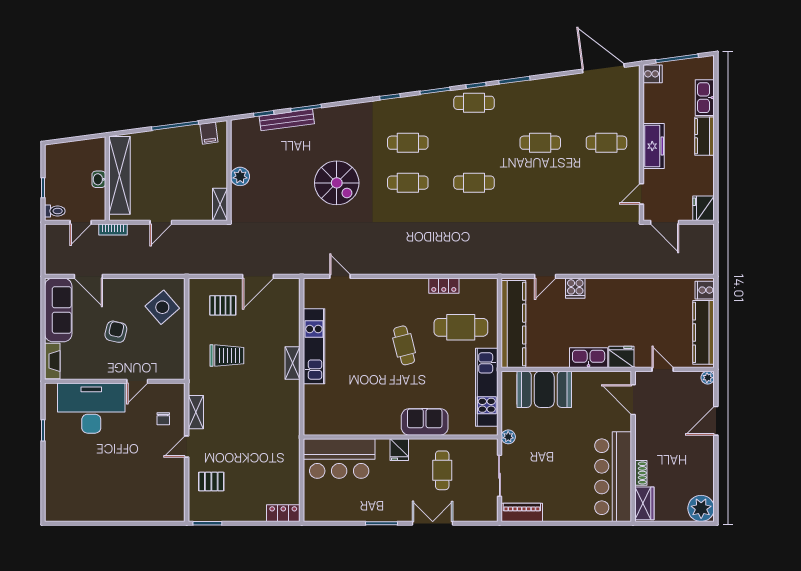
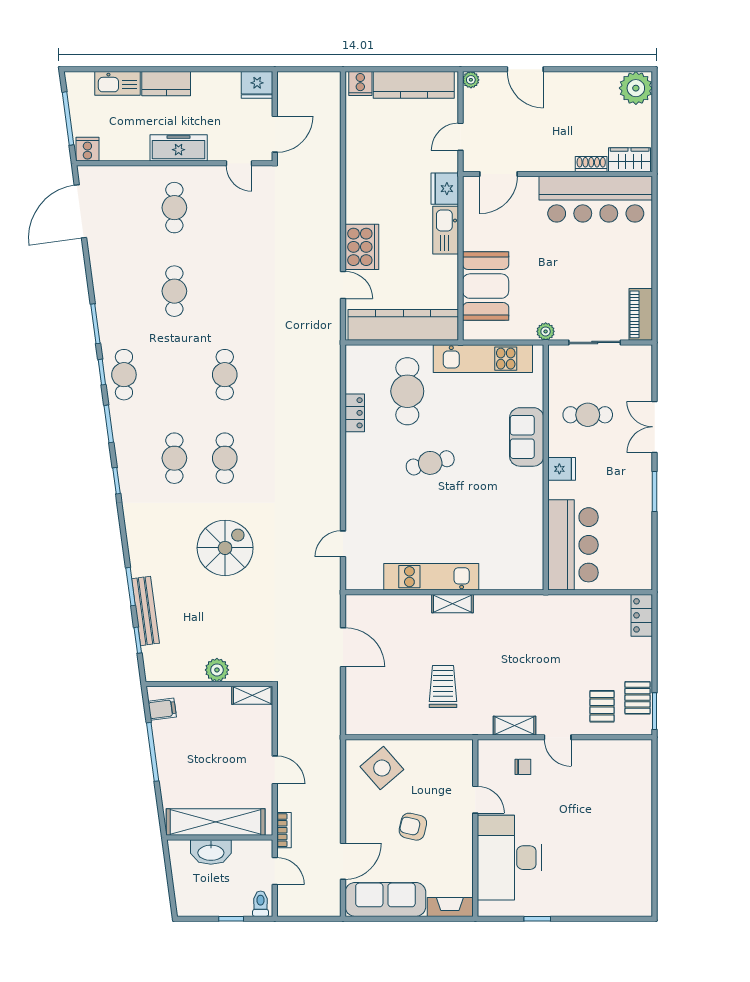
washbasin: (99, 179) -> (211, 852), width x1.91, depth x1.45
cooker: (575, 288) -> (362, 247), width x1.87, depth x1.31
pallet: (223, 305) -> (638, 698), moved

